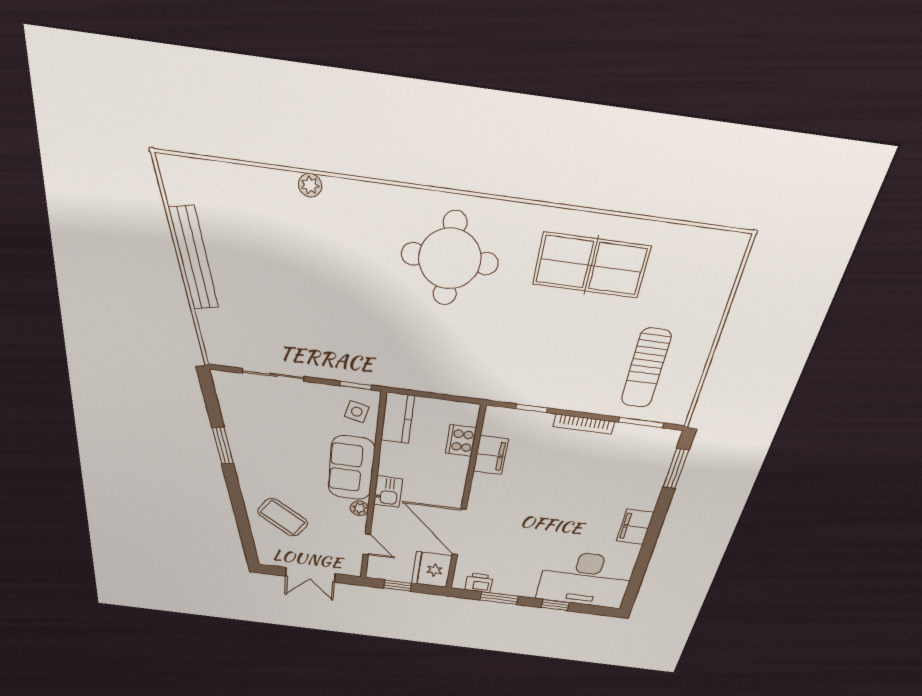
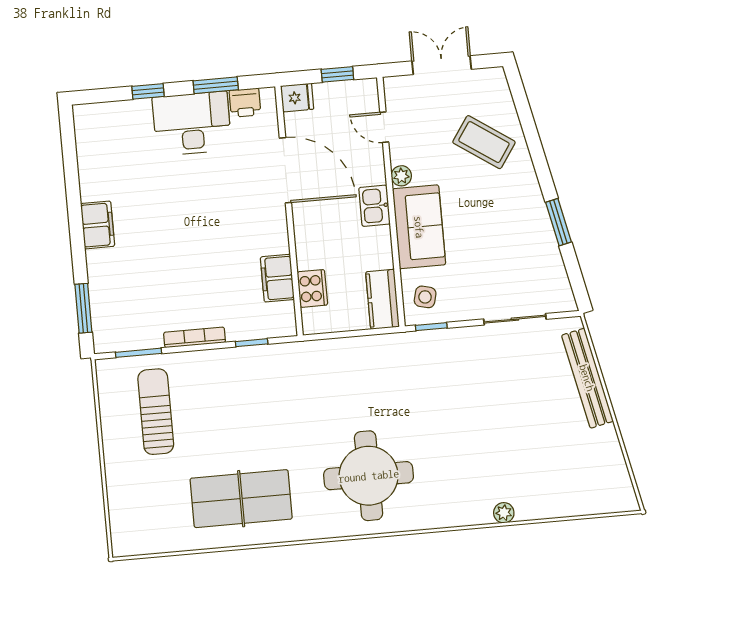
bench: (194, 259) -> (587, 378), moved
fridge: (432, 570) -> (297, 98), width x0.53, depth x0.75
desk: (585, 579) -> (192, 124), moved, width x0.73, depth x0.77

